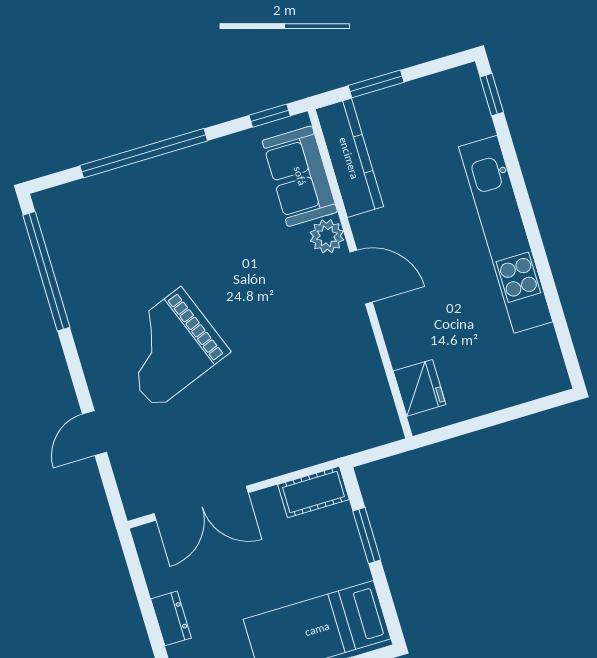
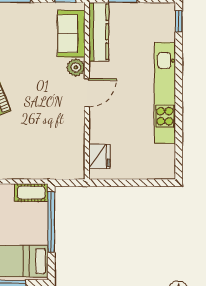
door: (361, 277) -> (87, 93), hinge flipped
window: (367, 535) -> (51, 222), width x2.11

